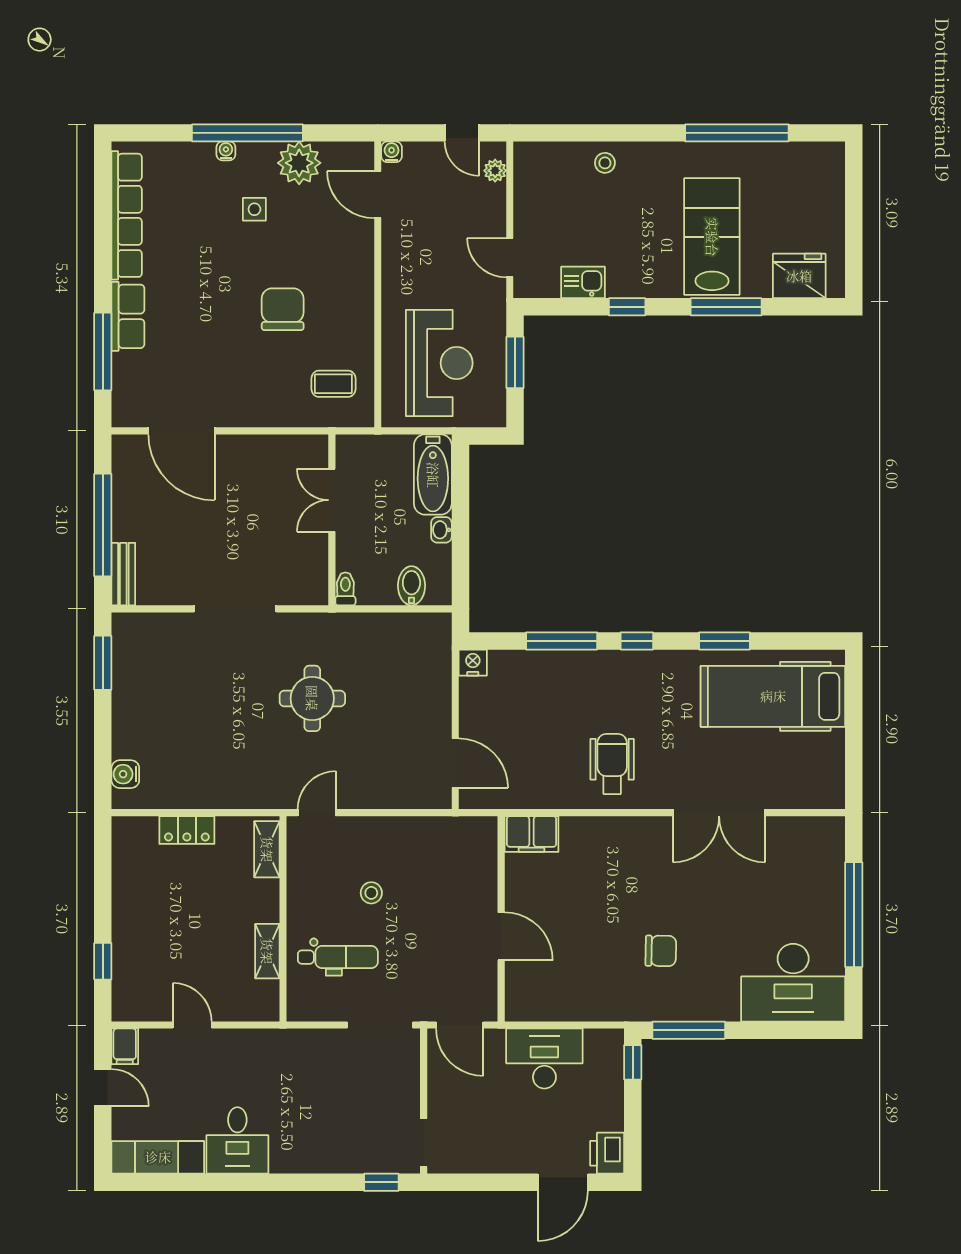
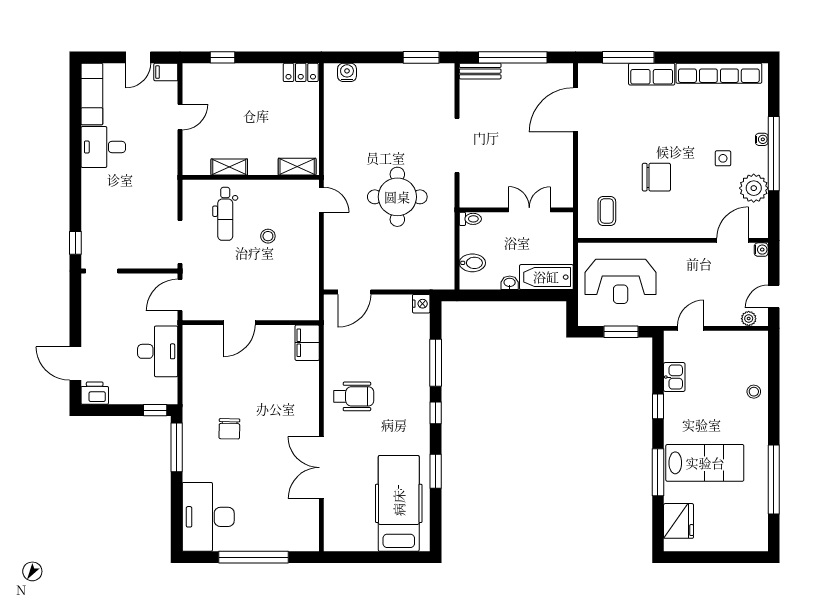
round table: (312, 698) -> (397, 197), width x1.36, depth x1.36
locker: (187, 830) -> (301, 72), moved, turned -90

